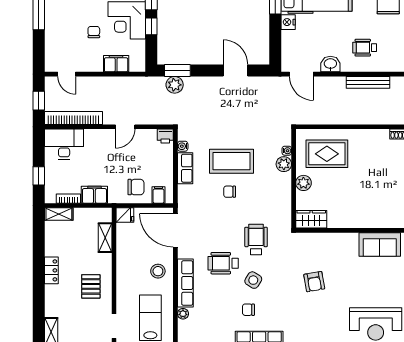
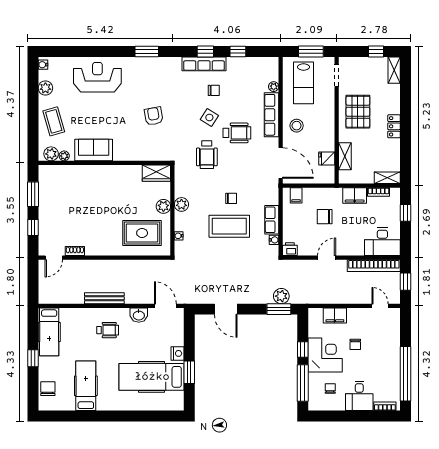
plant: (284, 164) -> (181, 204), moved
chair: (136, 187) -> (325, 217), moved
fridge: (125, 215) -> (327, 158), moved
pallet: (91, 286) -> (358, 112), width x1.50, depth x1.42

